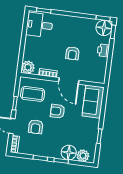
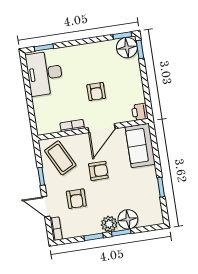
desk: (39, 25) -> (45, 73), width x1.37
printer: (103, 50) -> (140, 112), moved
plant: (28, 67) -> (45, 126), removed
door: (69, 81) -> (102, 128), hinge flipped
coffee table: (33, 94) -> (60, 158), turned 63
armchair: (58, 111) -> (98, 171), turned 180
plant: (83, 156) -> (109, 224), moved

